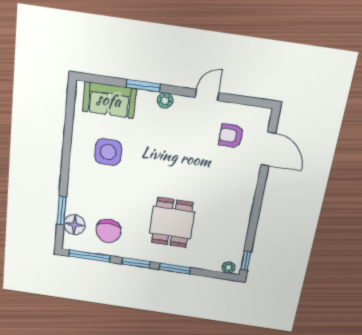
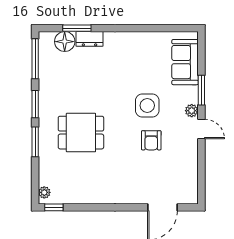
door: (207, 95) -> (201, 129), moved
armchair: (231, 136) -> (151, 140), moved, turned 180
side table: (108, 152) -> (147, 105), moved
dresser: (74, 199) -> (90, 39), added
chair: (108, 231) -> (63, 74), removed

